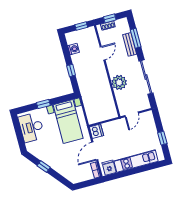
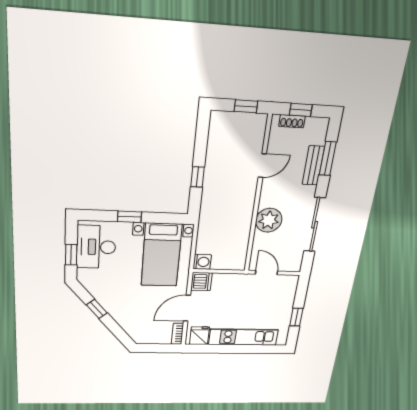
washing machine: (74, 49) -> (202, 262), moved
door: (132, 114) -> (266, 273), swing flipped
window: (20, 136) -> (71, 255), added

